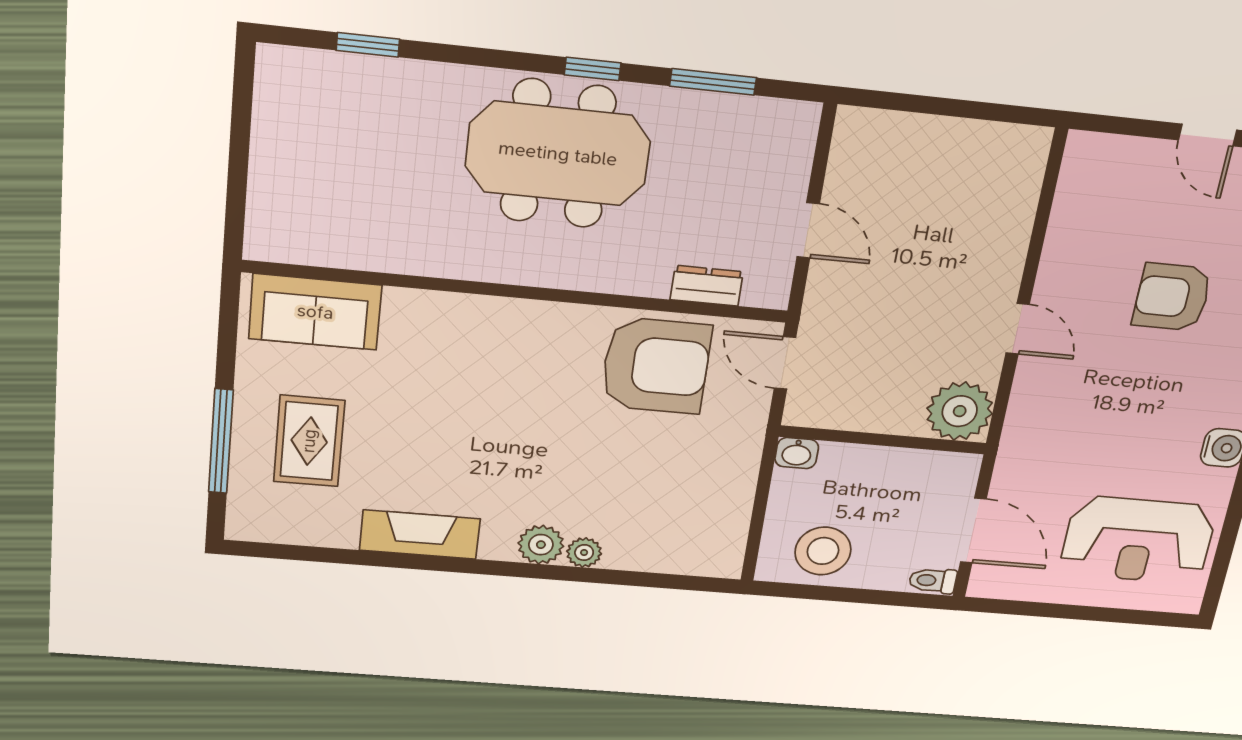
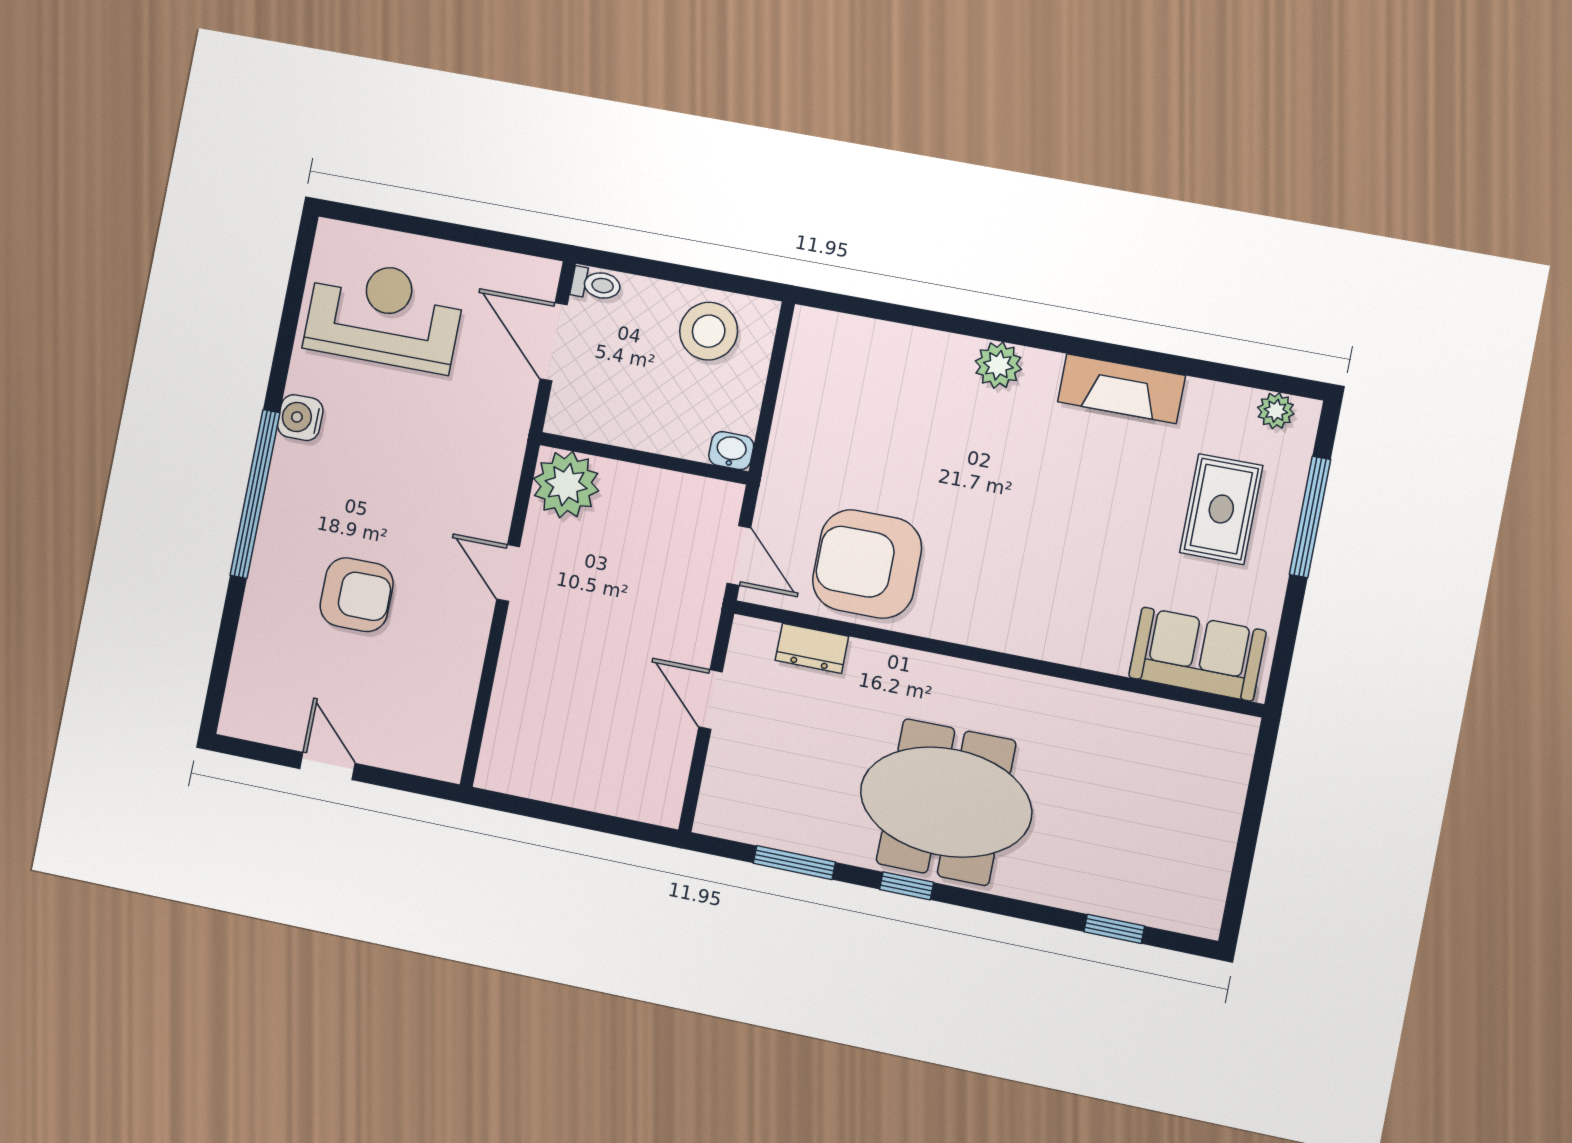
plant: (584, 553) -> (1276, 411), moved

